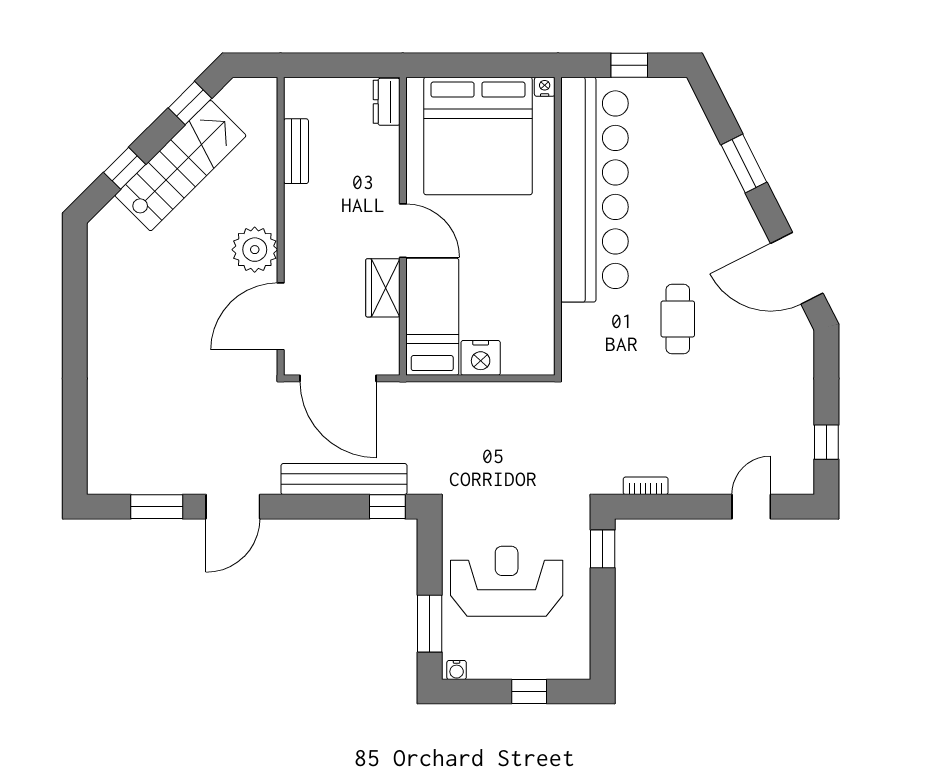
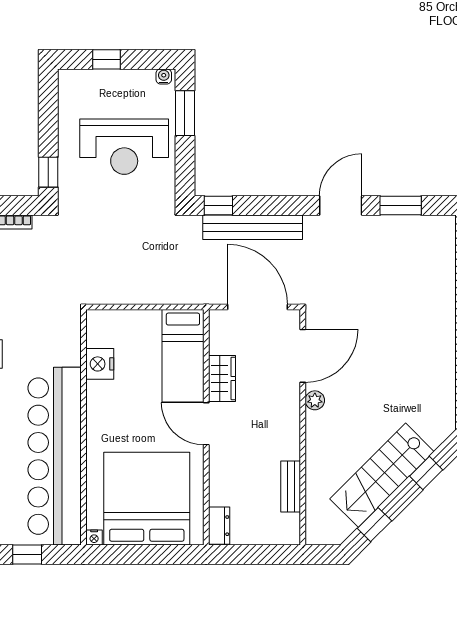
plant: (255, 250) -> (315, 400), width x0.53, depth x0.53
nightstand: (481, 358) -> (100, 364), moved, turned -90

